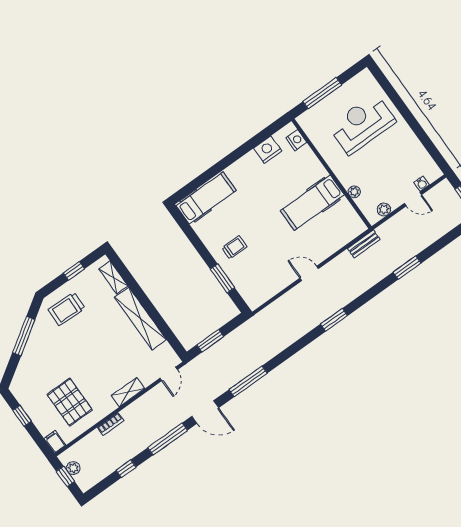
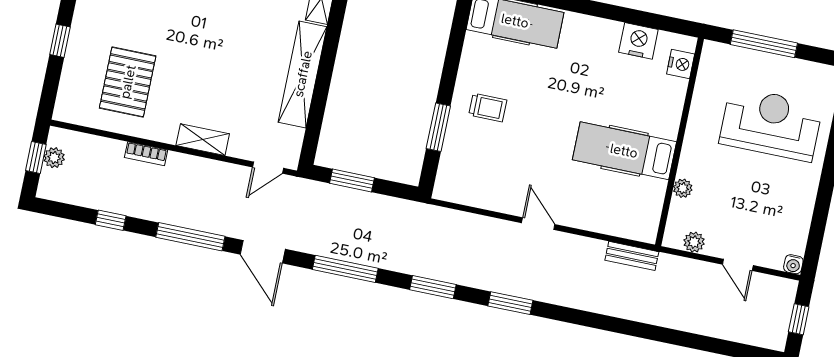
water cooler: (422, 184) -> (793, 264), moved
window: (407, 268) -> (433, 287), moved
filing cabinet: (55, 442) -> (65, 108), removed

